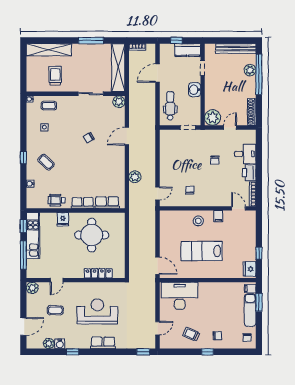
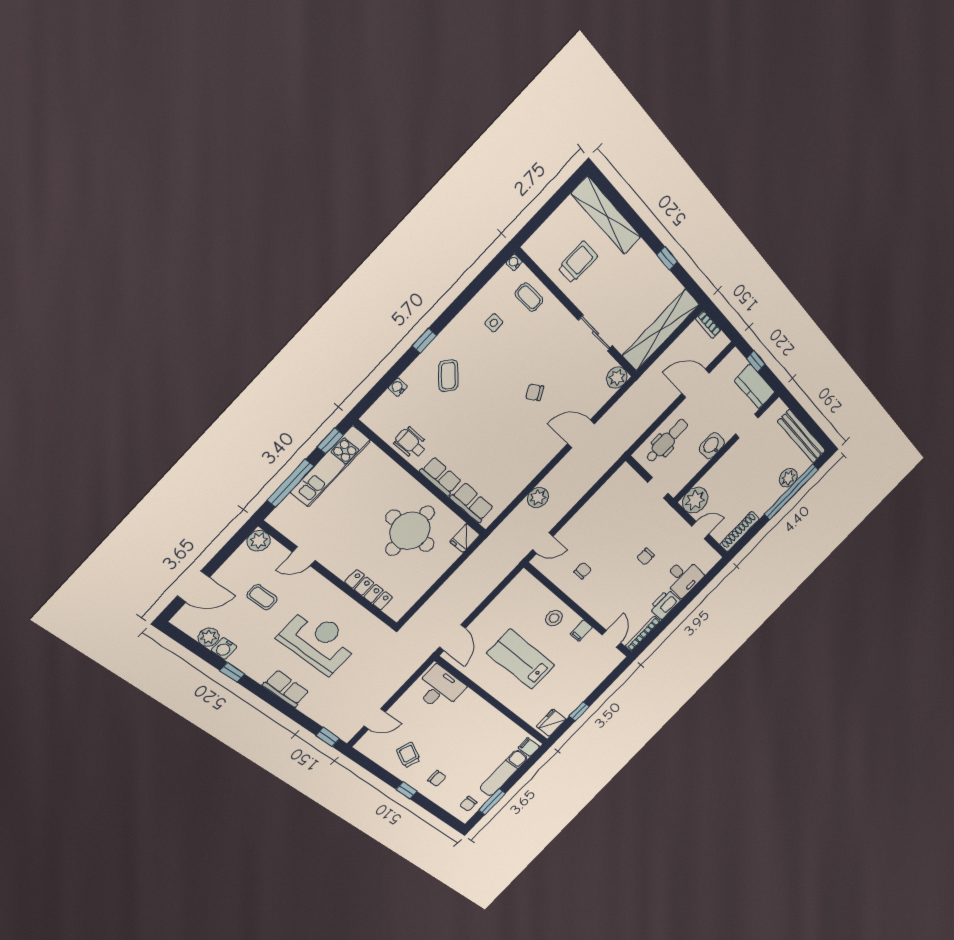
window: (91, 40) -> (667, 258), width x0.46
fridge: (63, 219) -> (465, 538), moved
desk: (180, 296) -> (439, 688), width x0.73, depth x0.77
window: (259, 302) -> (492, 802), moved

